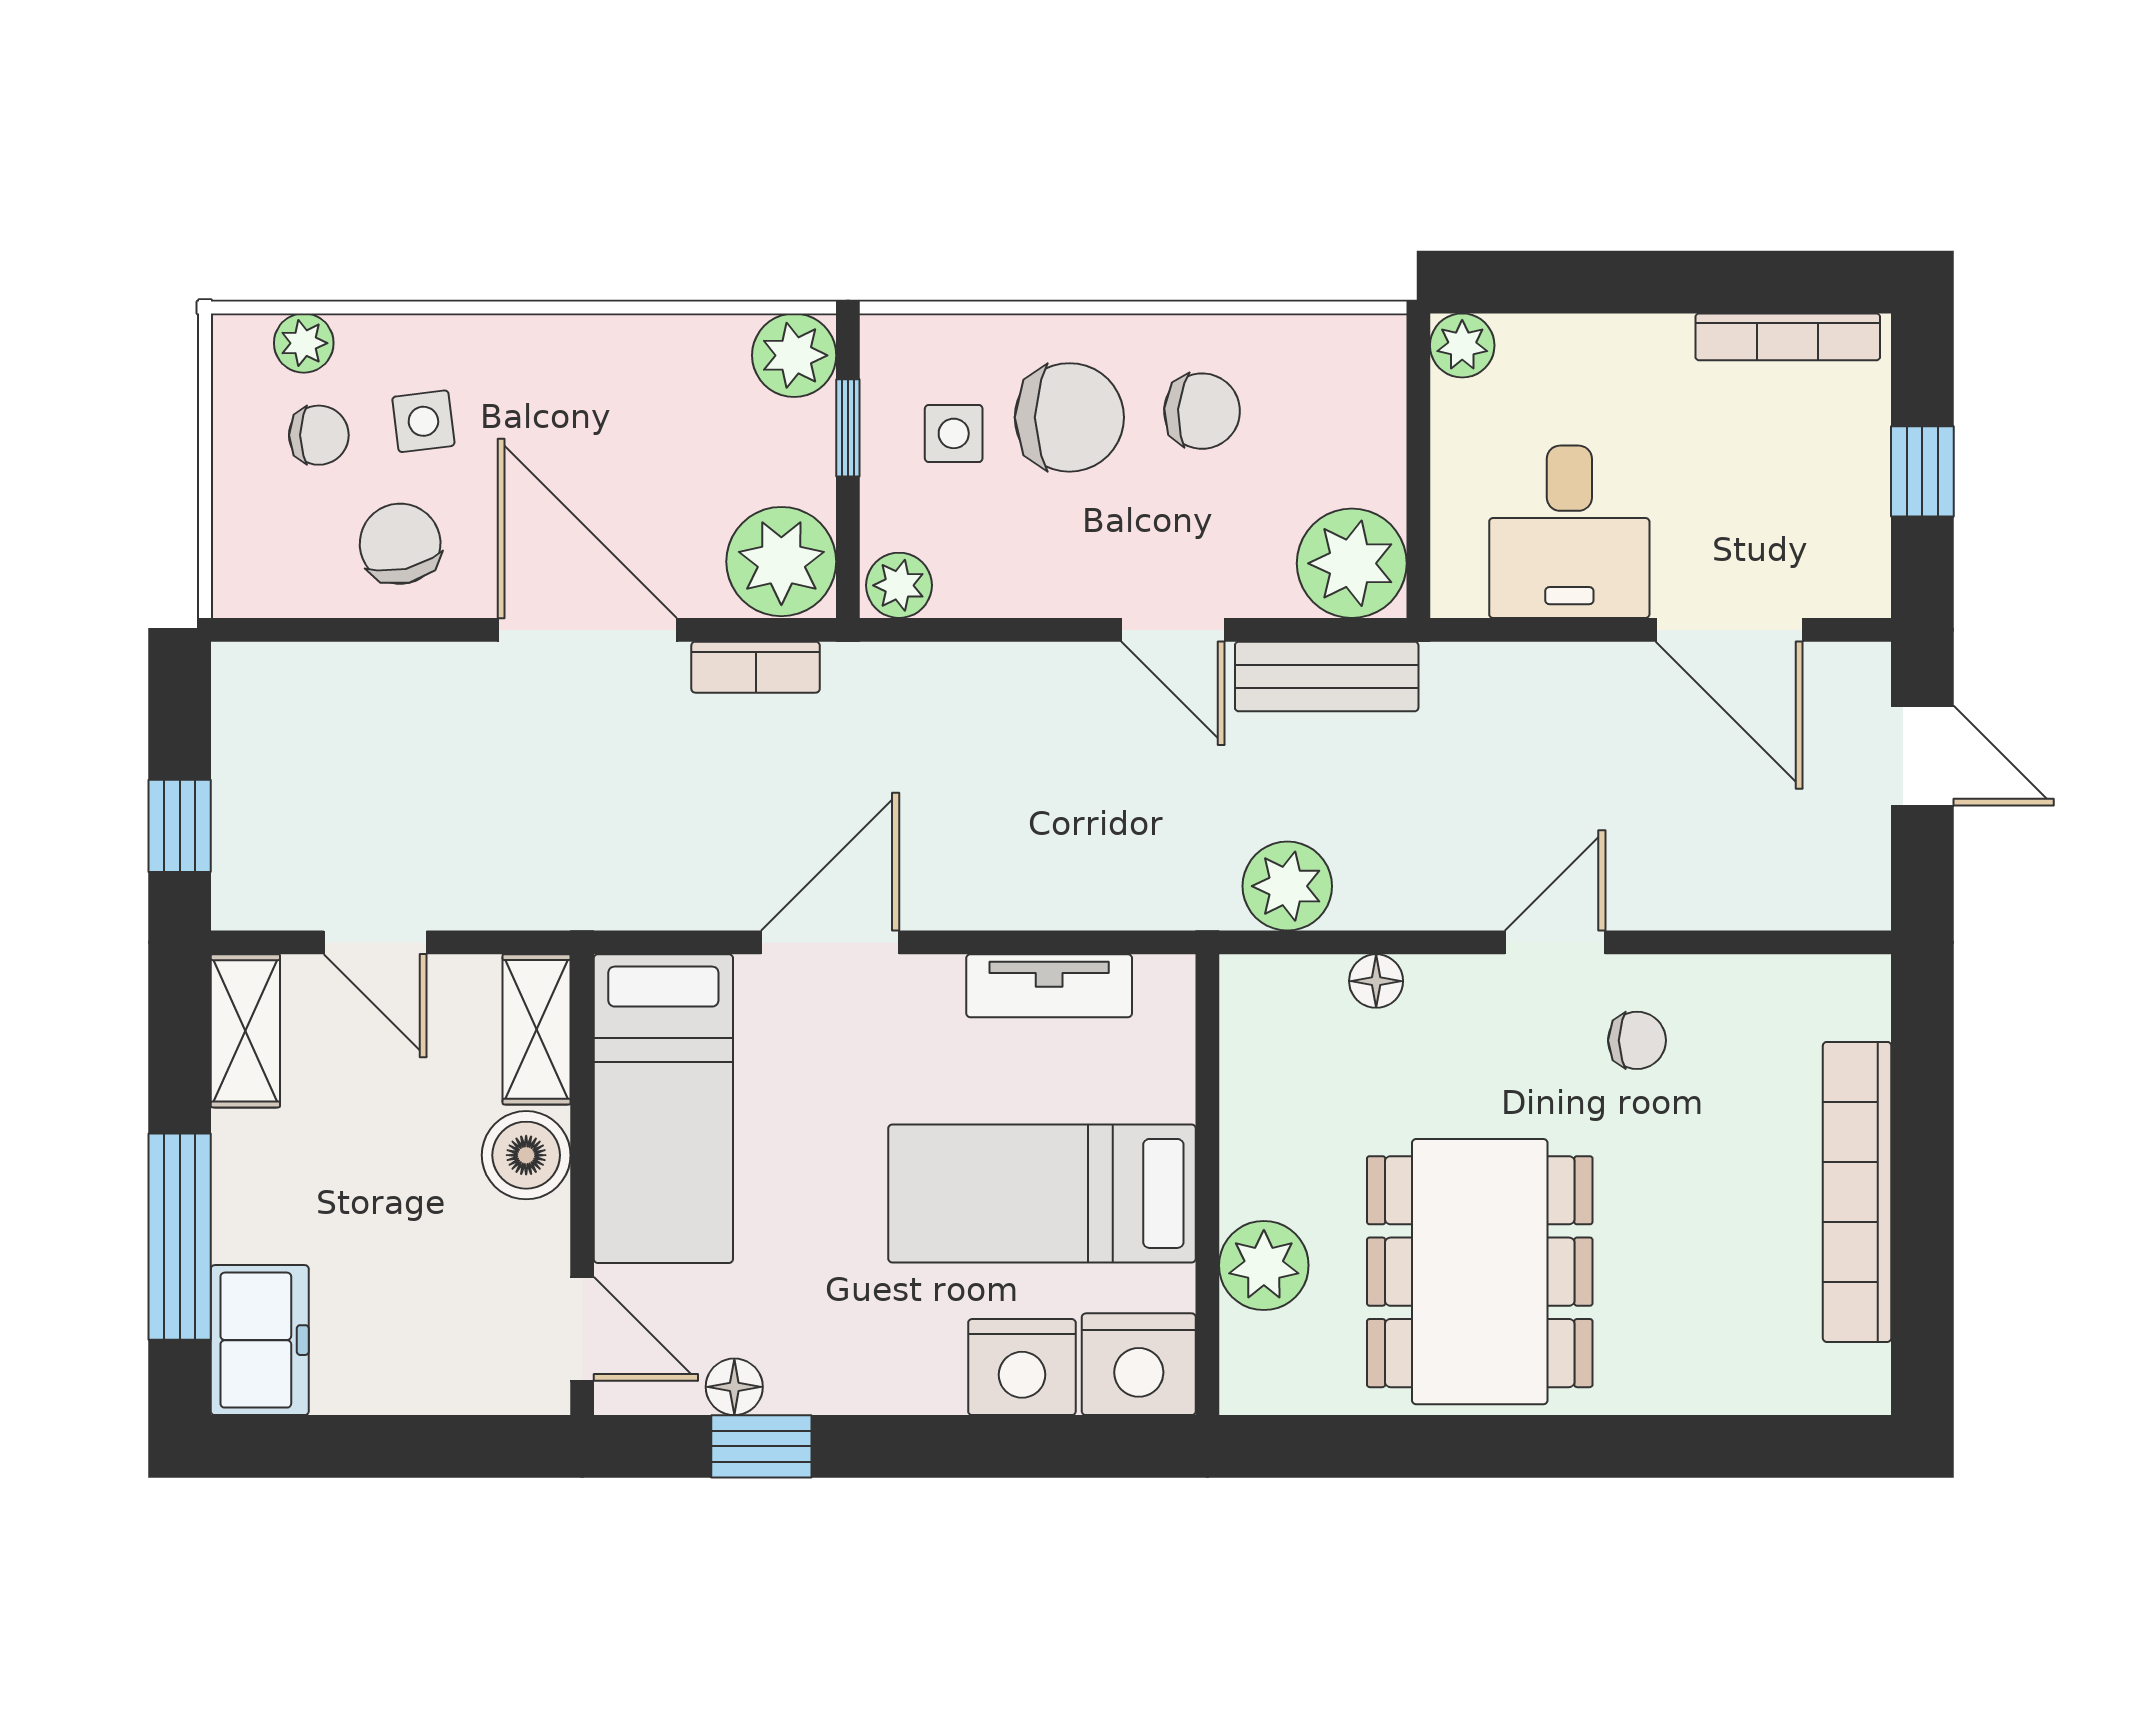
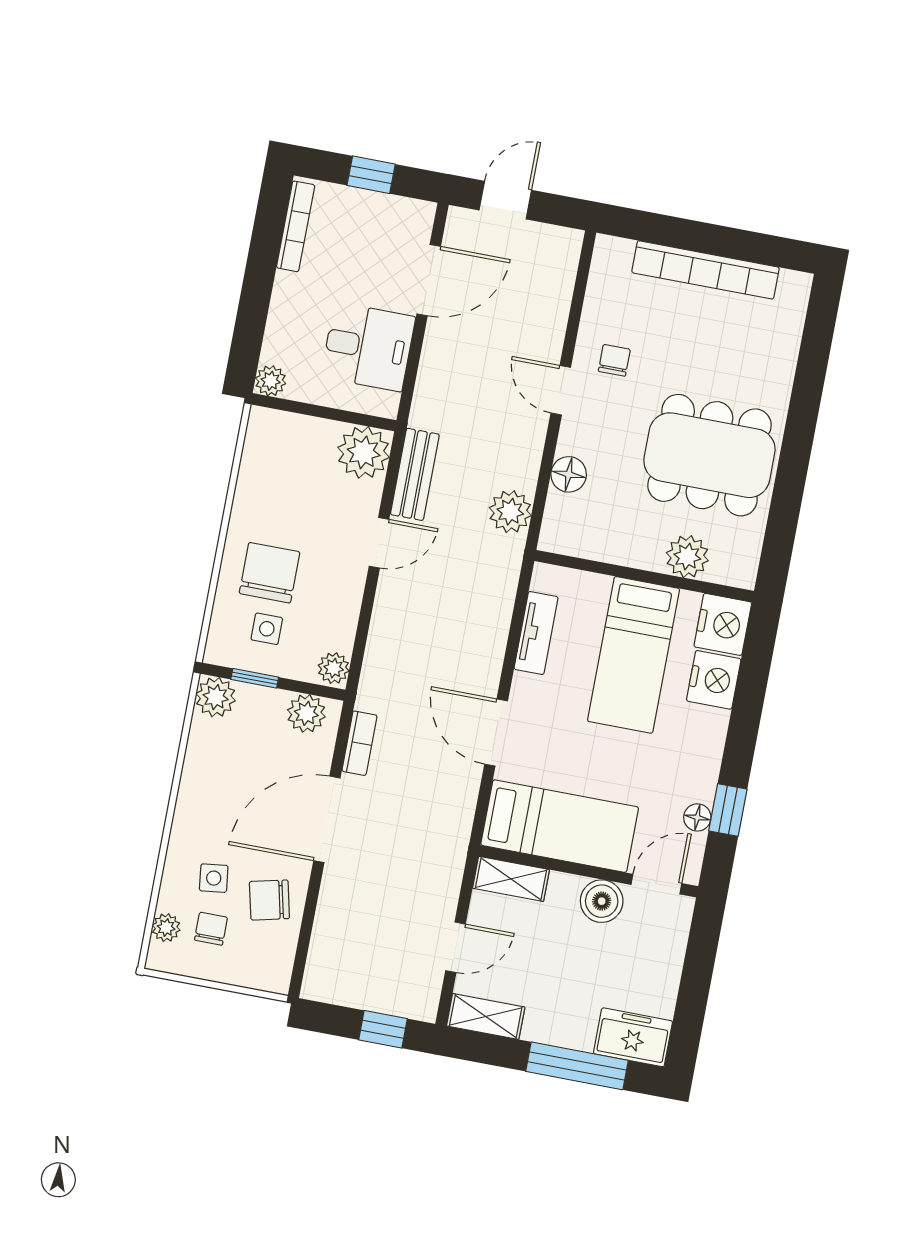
chair: (1202, 411) -> (278, 510), removed
plant: (781, 562) -> (306, 713), width x0.73, depth x0.73
floor lamp: (1376, 981) -> (569, 474), width x1.37, depth x1.37
boiler: (526, 1155) -> (602, 901), moved

